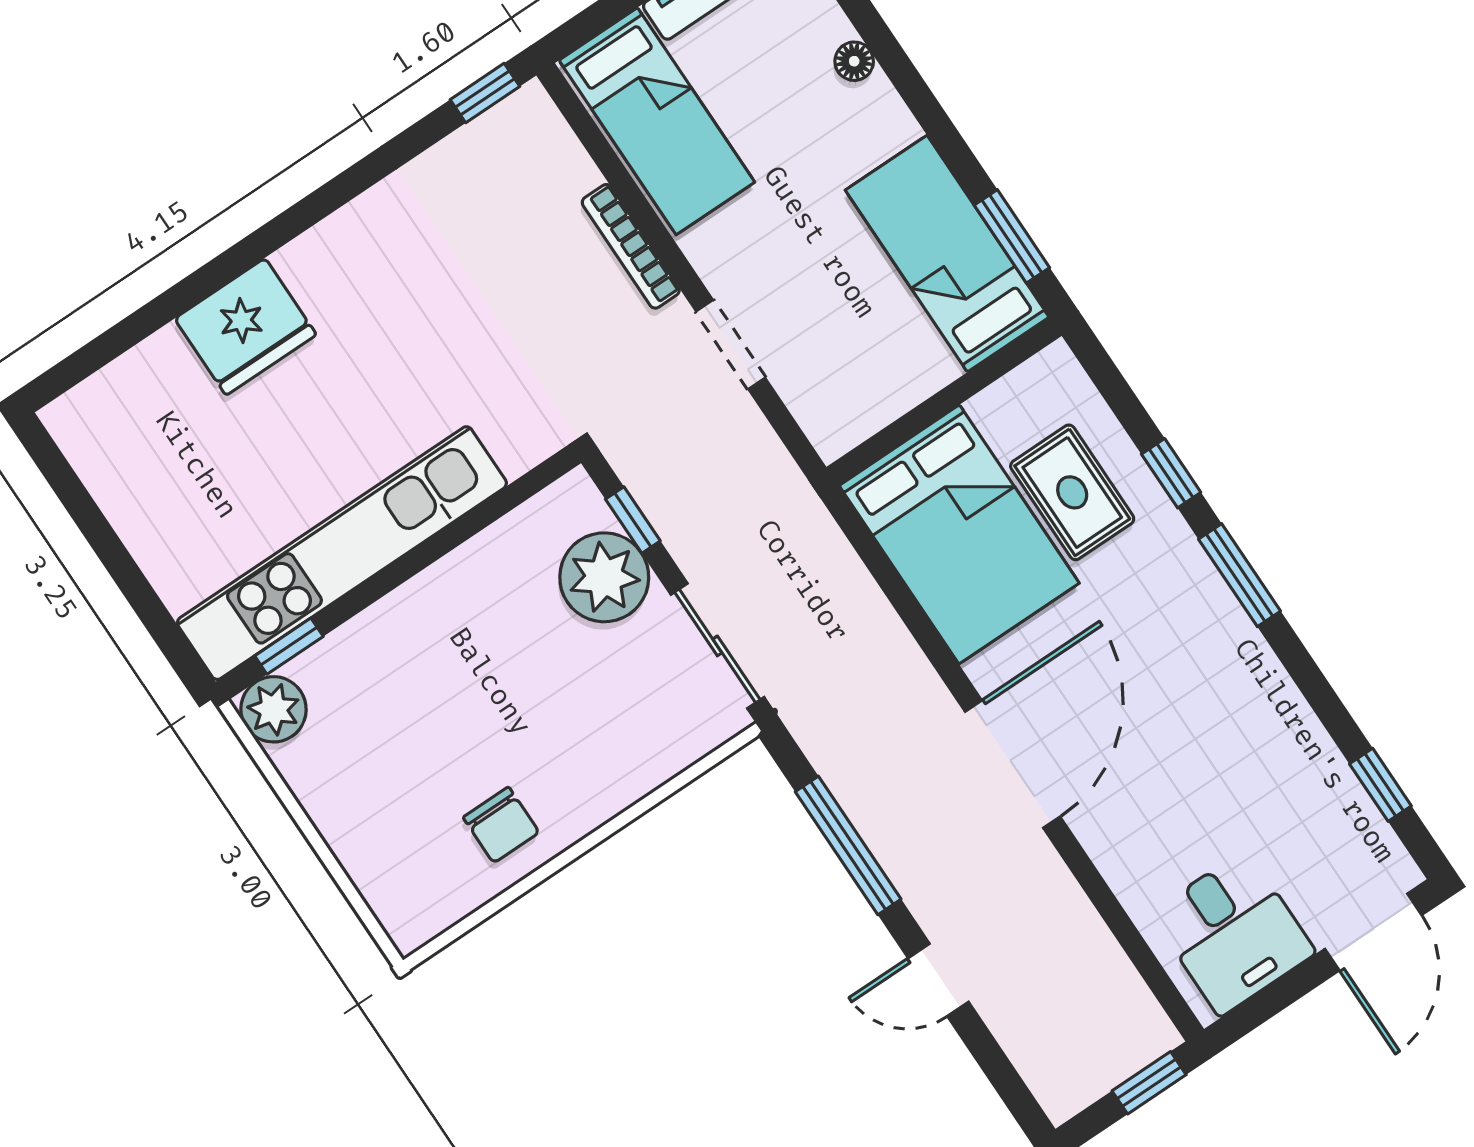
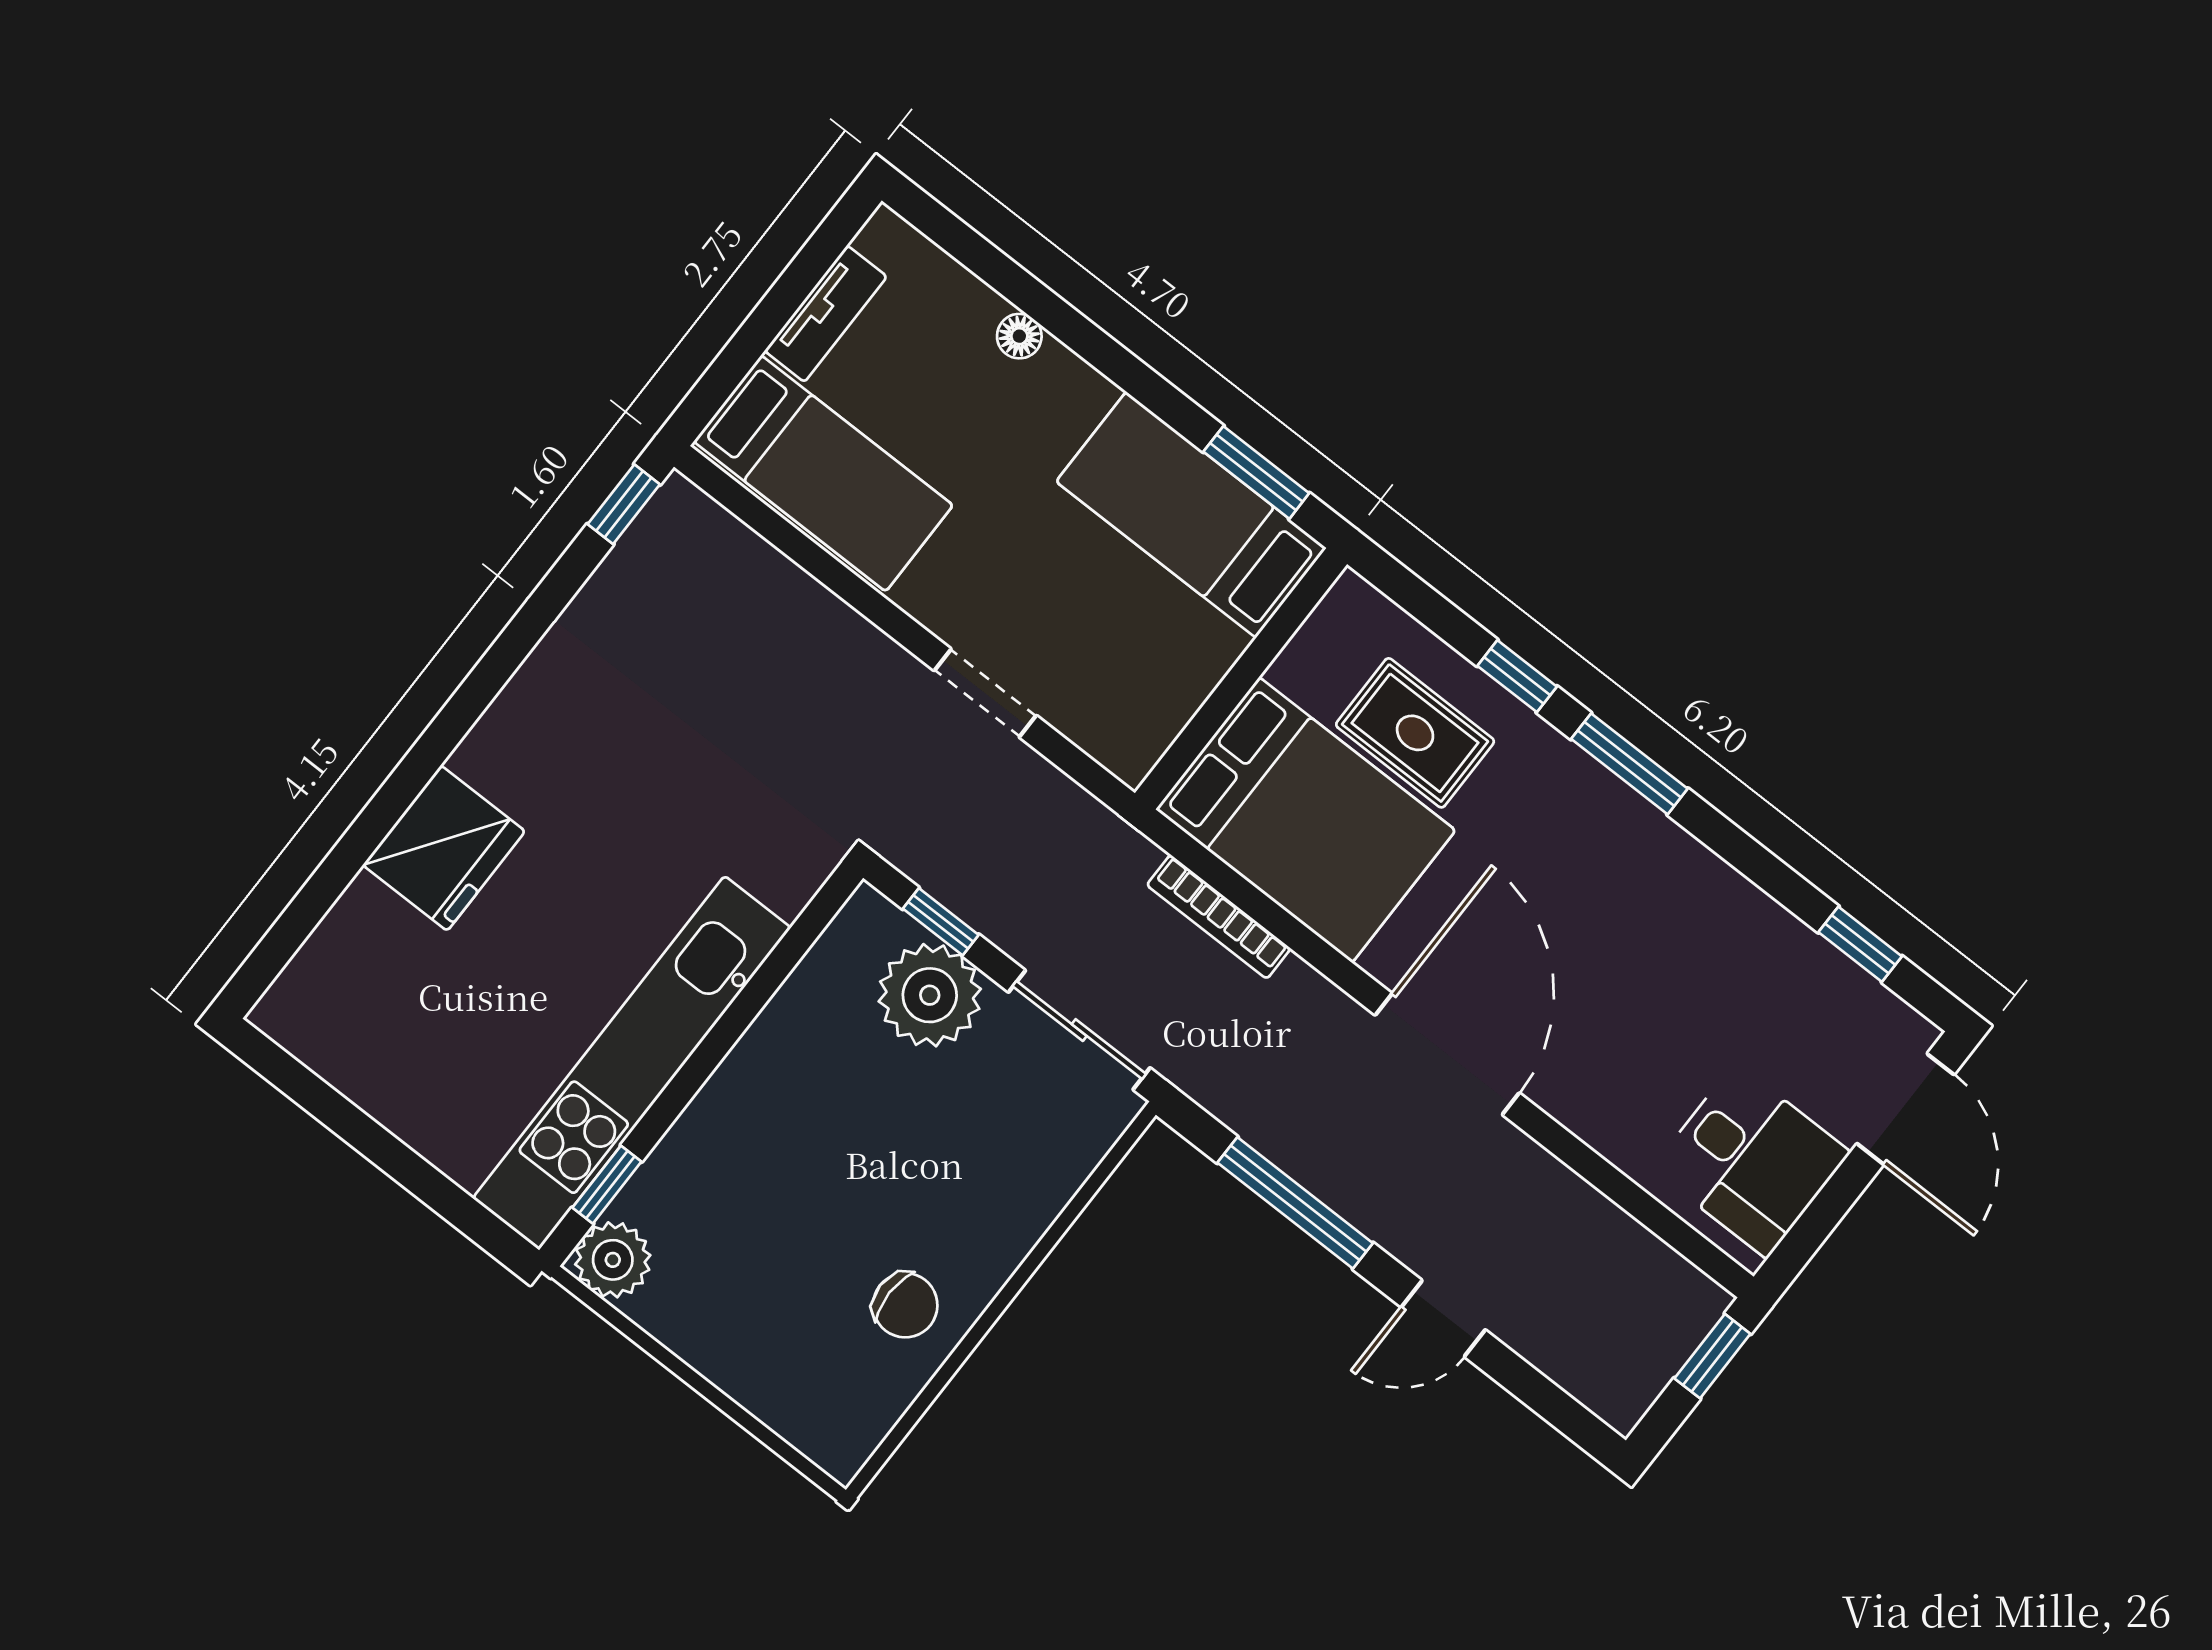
bookcase: (631, 246) -> (1219, 917), moved

